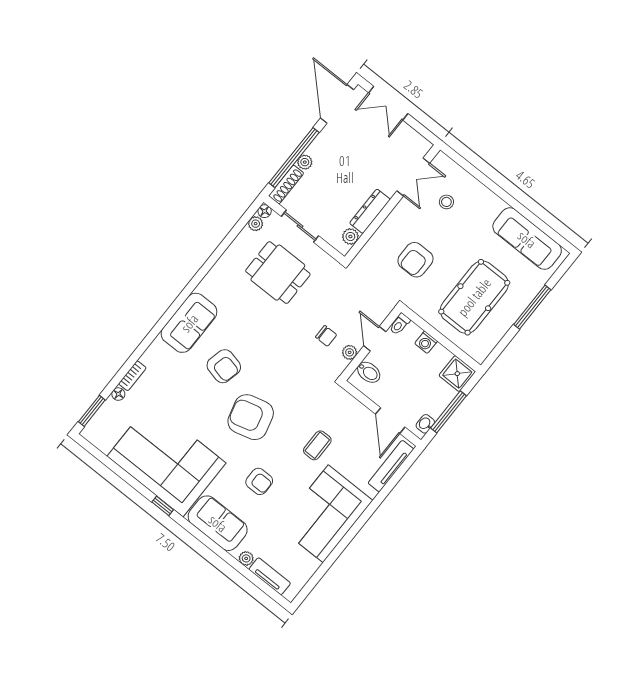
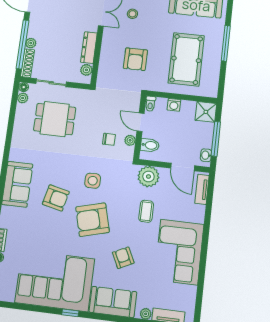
side table: (278, 373) -> (93, 181), added
plant: (345, 407) -> (148, 176), added
tv unit: (391, 466) -> (202, 189), width x0.71
armchair: (259, 481) -> (123, 258), turned -116

